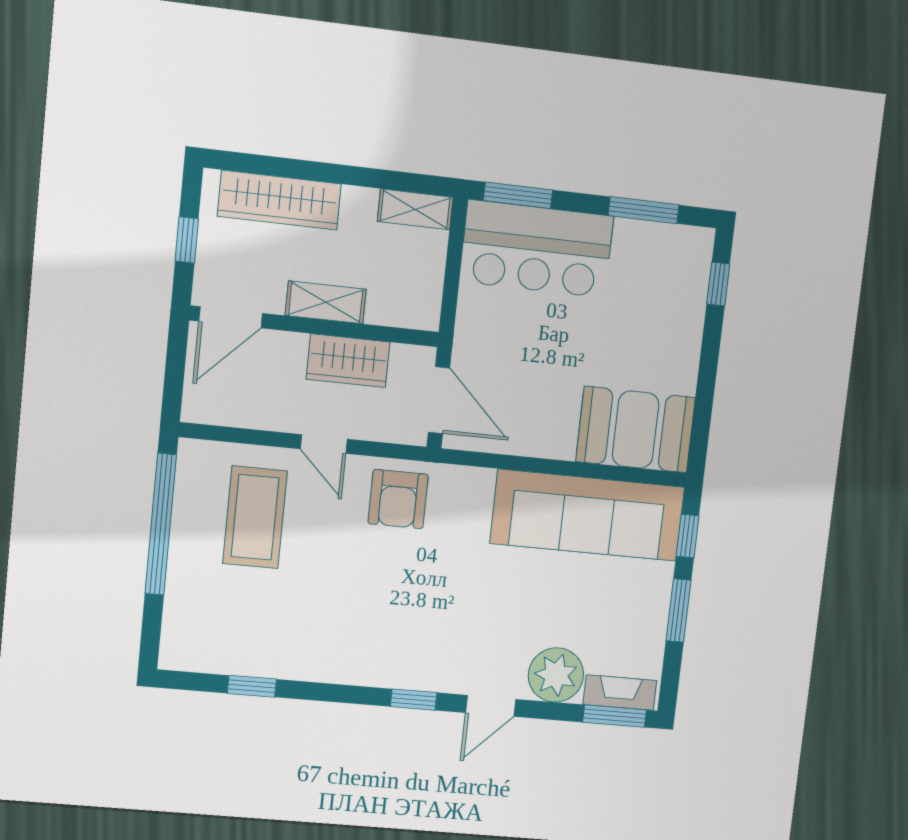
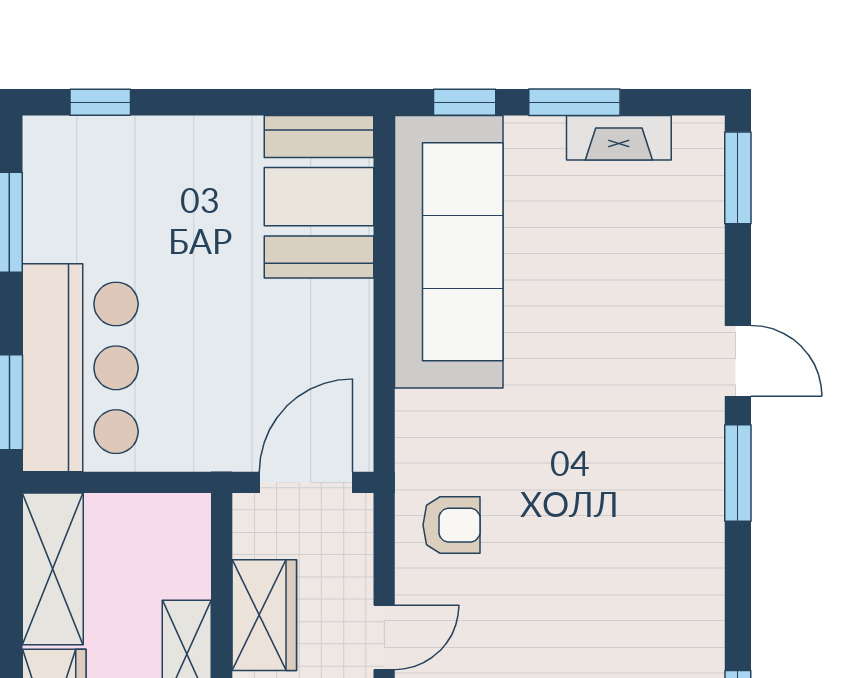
shelving: (415, 209) -> (53, 569), width x1.50, depth x1.33
armchair: (398, 499) -> (452, 525), width x0.72, depth x0.72
plant: (556, 675) -> (685, 271), removed
fireplace: (620, 693) -> (619, 138), moved, turned -90
window: (414, 700) -> (738, 473), width x1.50

